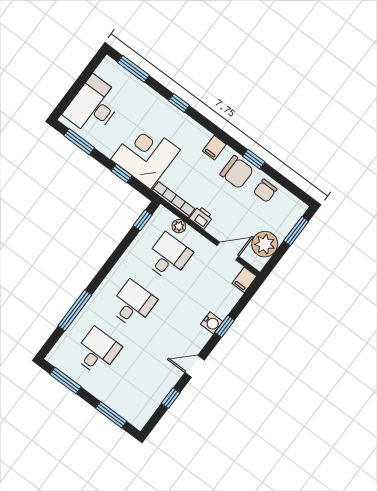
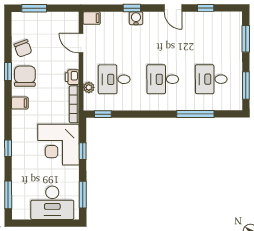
chair: (265, 191) -> (23, 48), turned 70
plant: (265, 244) -> (58, 22), removed

